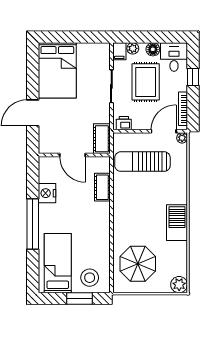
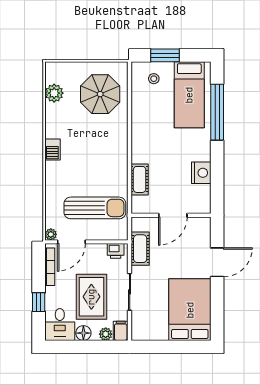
cot: (102, 139) -> (140, 249), moved
door: (73, 155) -> (173, 215), swing flipped
barbecue: (177, 223) -> (52, 149), width x0.53, depth x0.65
window: (33, 224) -> (217, 112), moved
stool: (90, 278) -> (154, 79), width x0.53, depth x0.53
plant: (179, 285) -> (54, 93), moved

